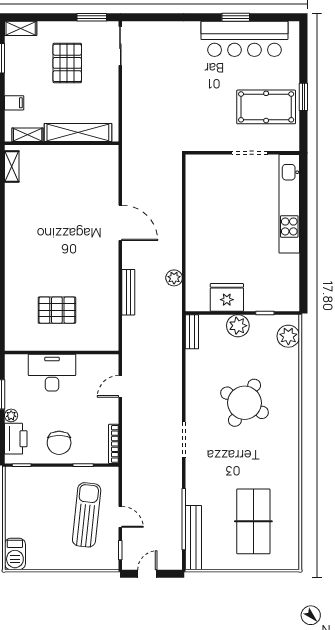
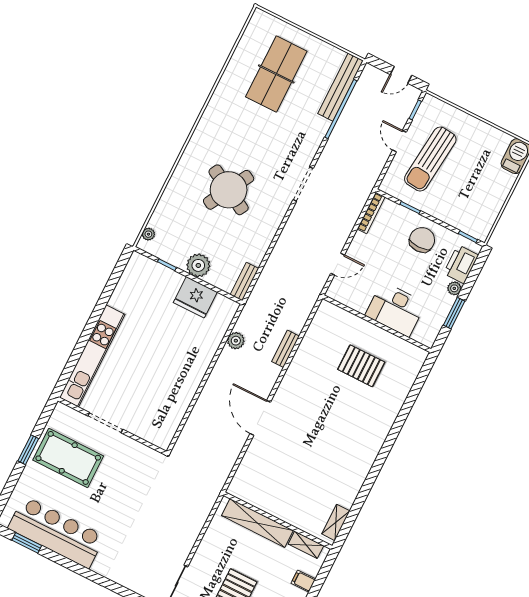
window: (236, 17) -> (27, 543), moved
bench: (128, 292) -> (286, 349), width x0.73
plant: (288, 336) -> (148, 234), width x0.53, depth x0.53

